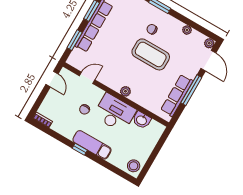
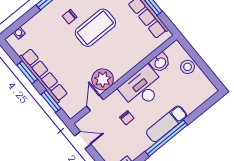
plant: (125, 91) -> (103, 79), moved, width x1.88, depth x1.88
window: (80, 149) -> (166, 138), width x3.17
stool: (134, 166) -> (188, 67), moved

